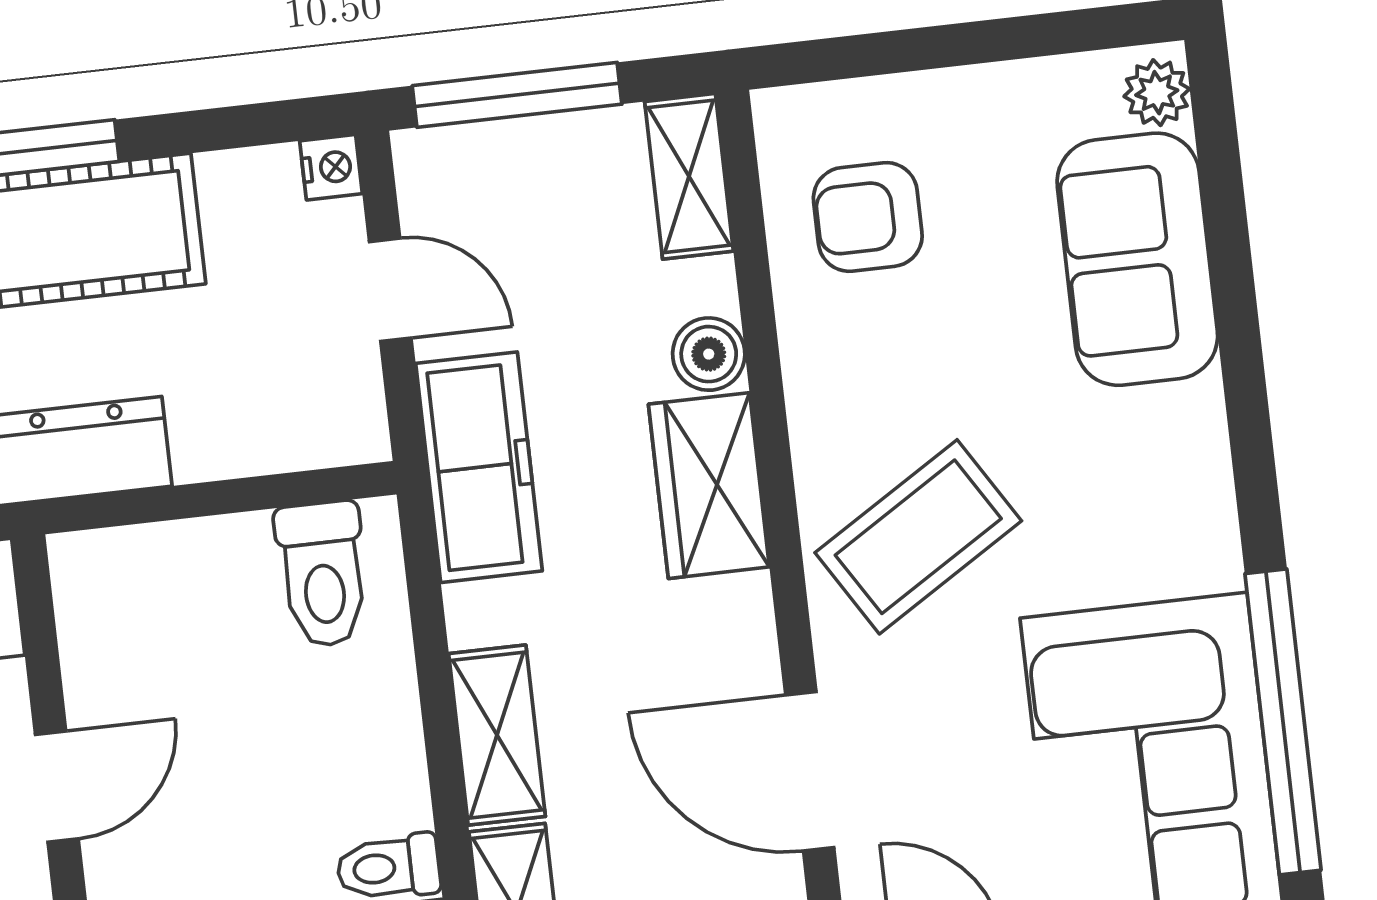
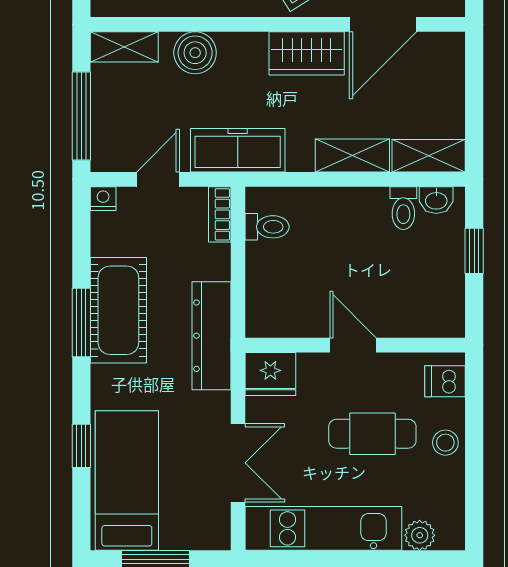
boiler: (709, 354) -> (195, 53), width x1.36, depth x1.36
bookcase: (325, 442) -> (220, 214), added
wardrobe: (709, 486) -> (307, 53), moved
toilet: (323, 574) -> (267, 227), width x0.73, depth x0.72

